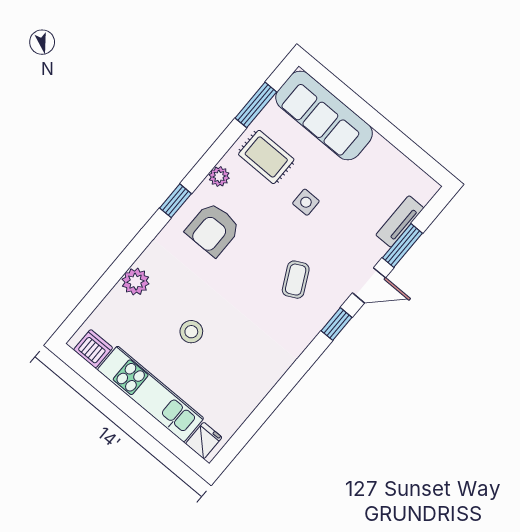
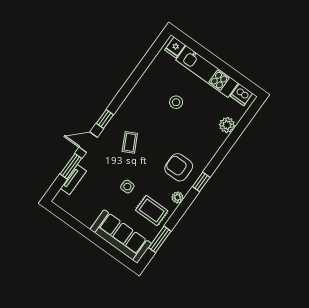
armchair: (213, 229) -> (179, 167), turned -90
plant: (136, 282) -> (227, 125), moved
stool: (191, 332) -> (176, 102), moved

